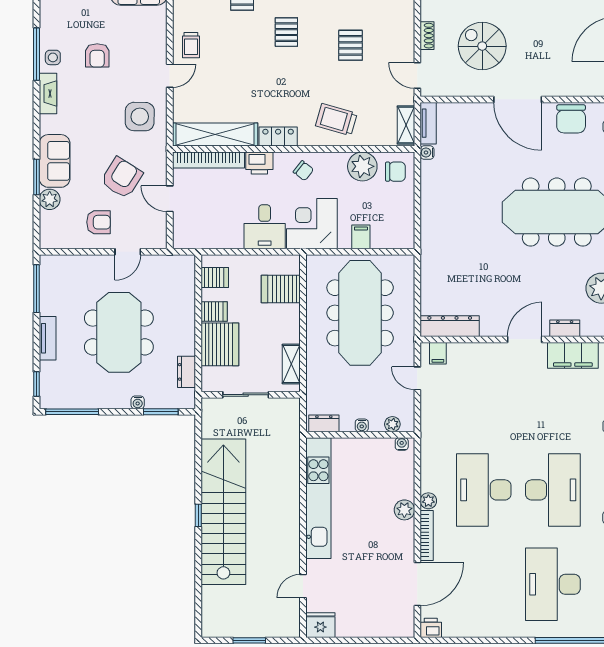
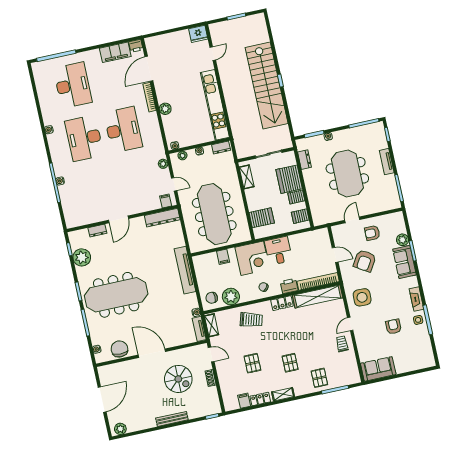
tv unit: (431, 228) -> (185, 270), added
filing cabinet: (573, 355) -> (115, 52), moved, turned 180
plant: (428, 501) -> (163, 164), moved

